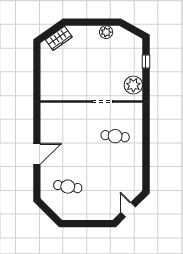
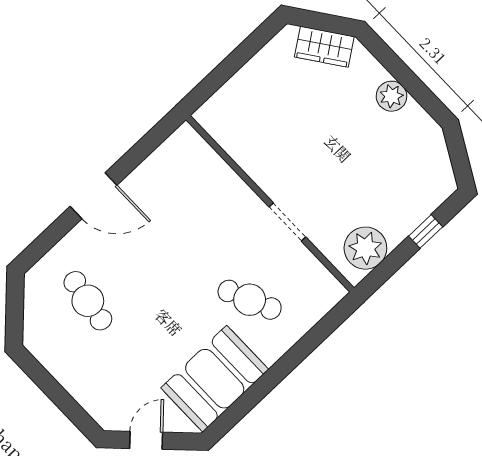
plant: (106, 32) -> (392, 96), moved
cafe table: (115, 136) -> (250, 300), turned -30
booth: (129, 170) -> (215, 379), added

